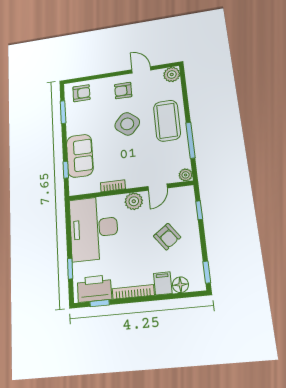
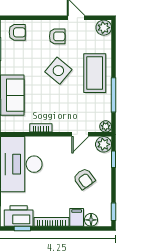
armchair: (123, 91) -> (57, 36), turned 180
plant: (134, 201) -> (104, 144), moved

